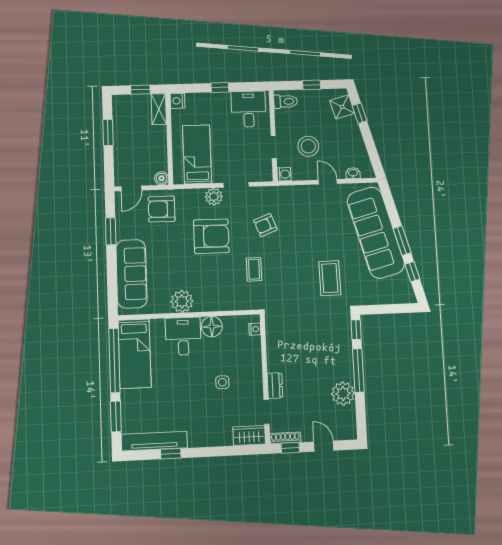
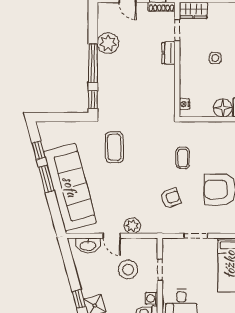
washbasin: (353, 173) -> (88, 245), width x1.91, depth x1.45
washing machine: (284, 174) -> (152, 298), moved
plant: (214, 197) -> (132, 226), moved

